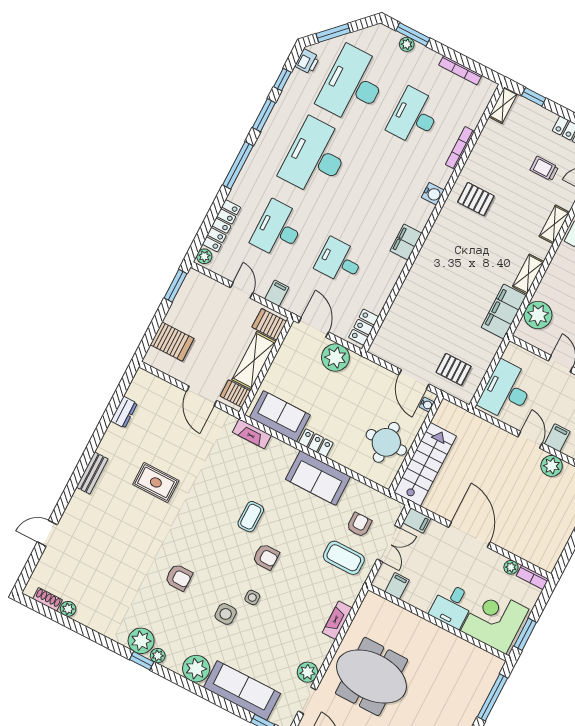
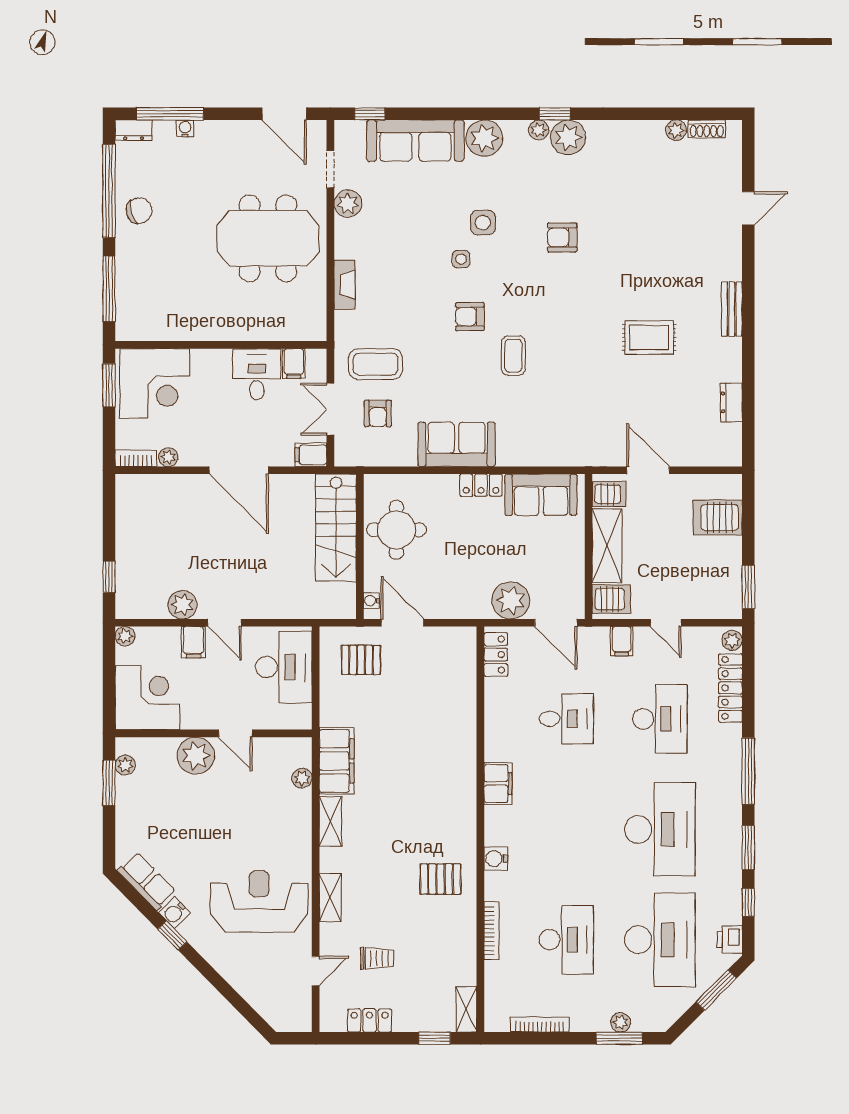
plant: (538, 315) -> (302, 778), width x0.53, depth x0.53
fireplace: (252, 434) -> (564, 456), removed
desk: (452, 605) -> (257, 374), moved

